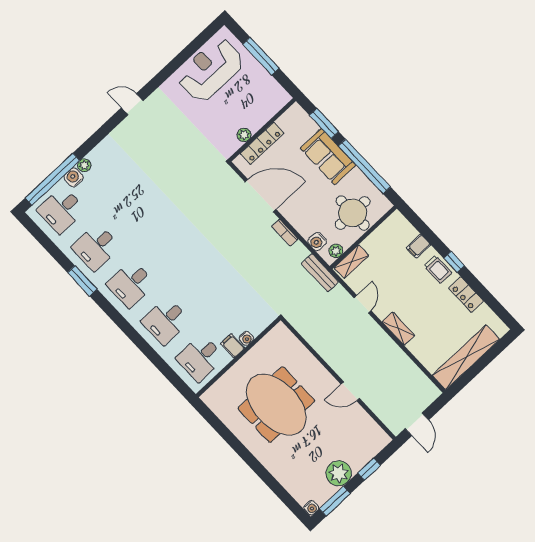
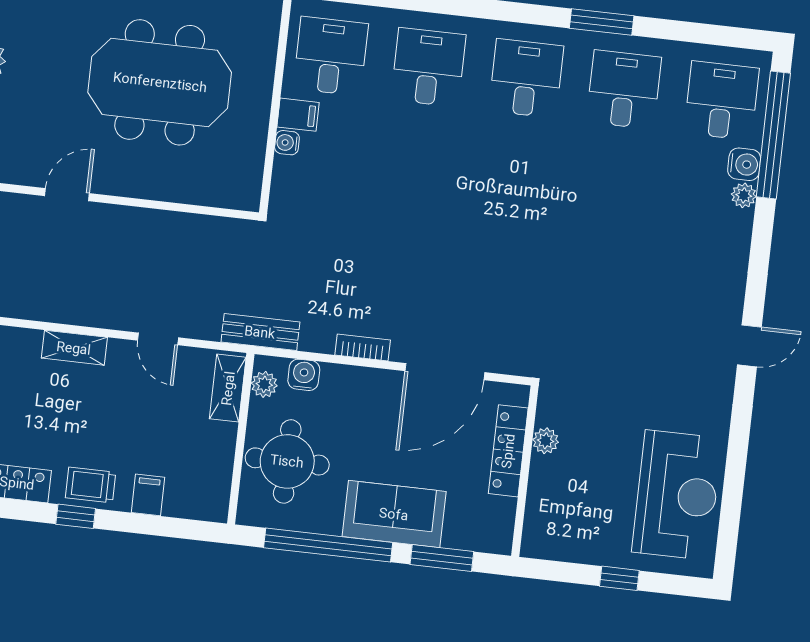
window: (261, 56) -> (619, 578), width x0.46

